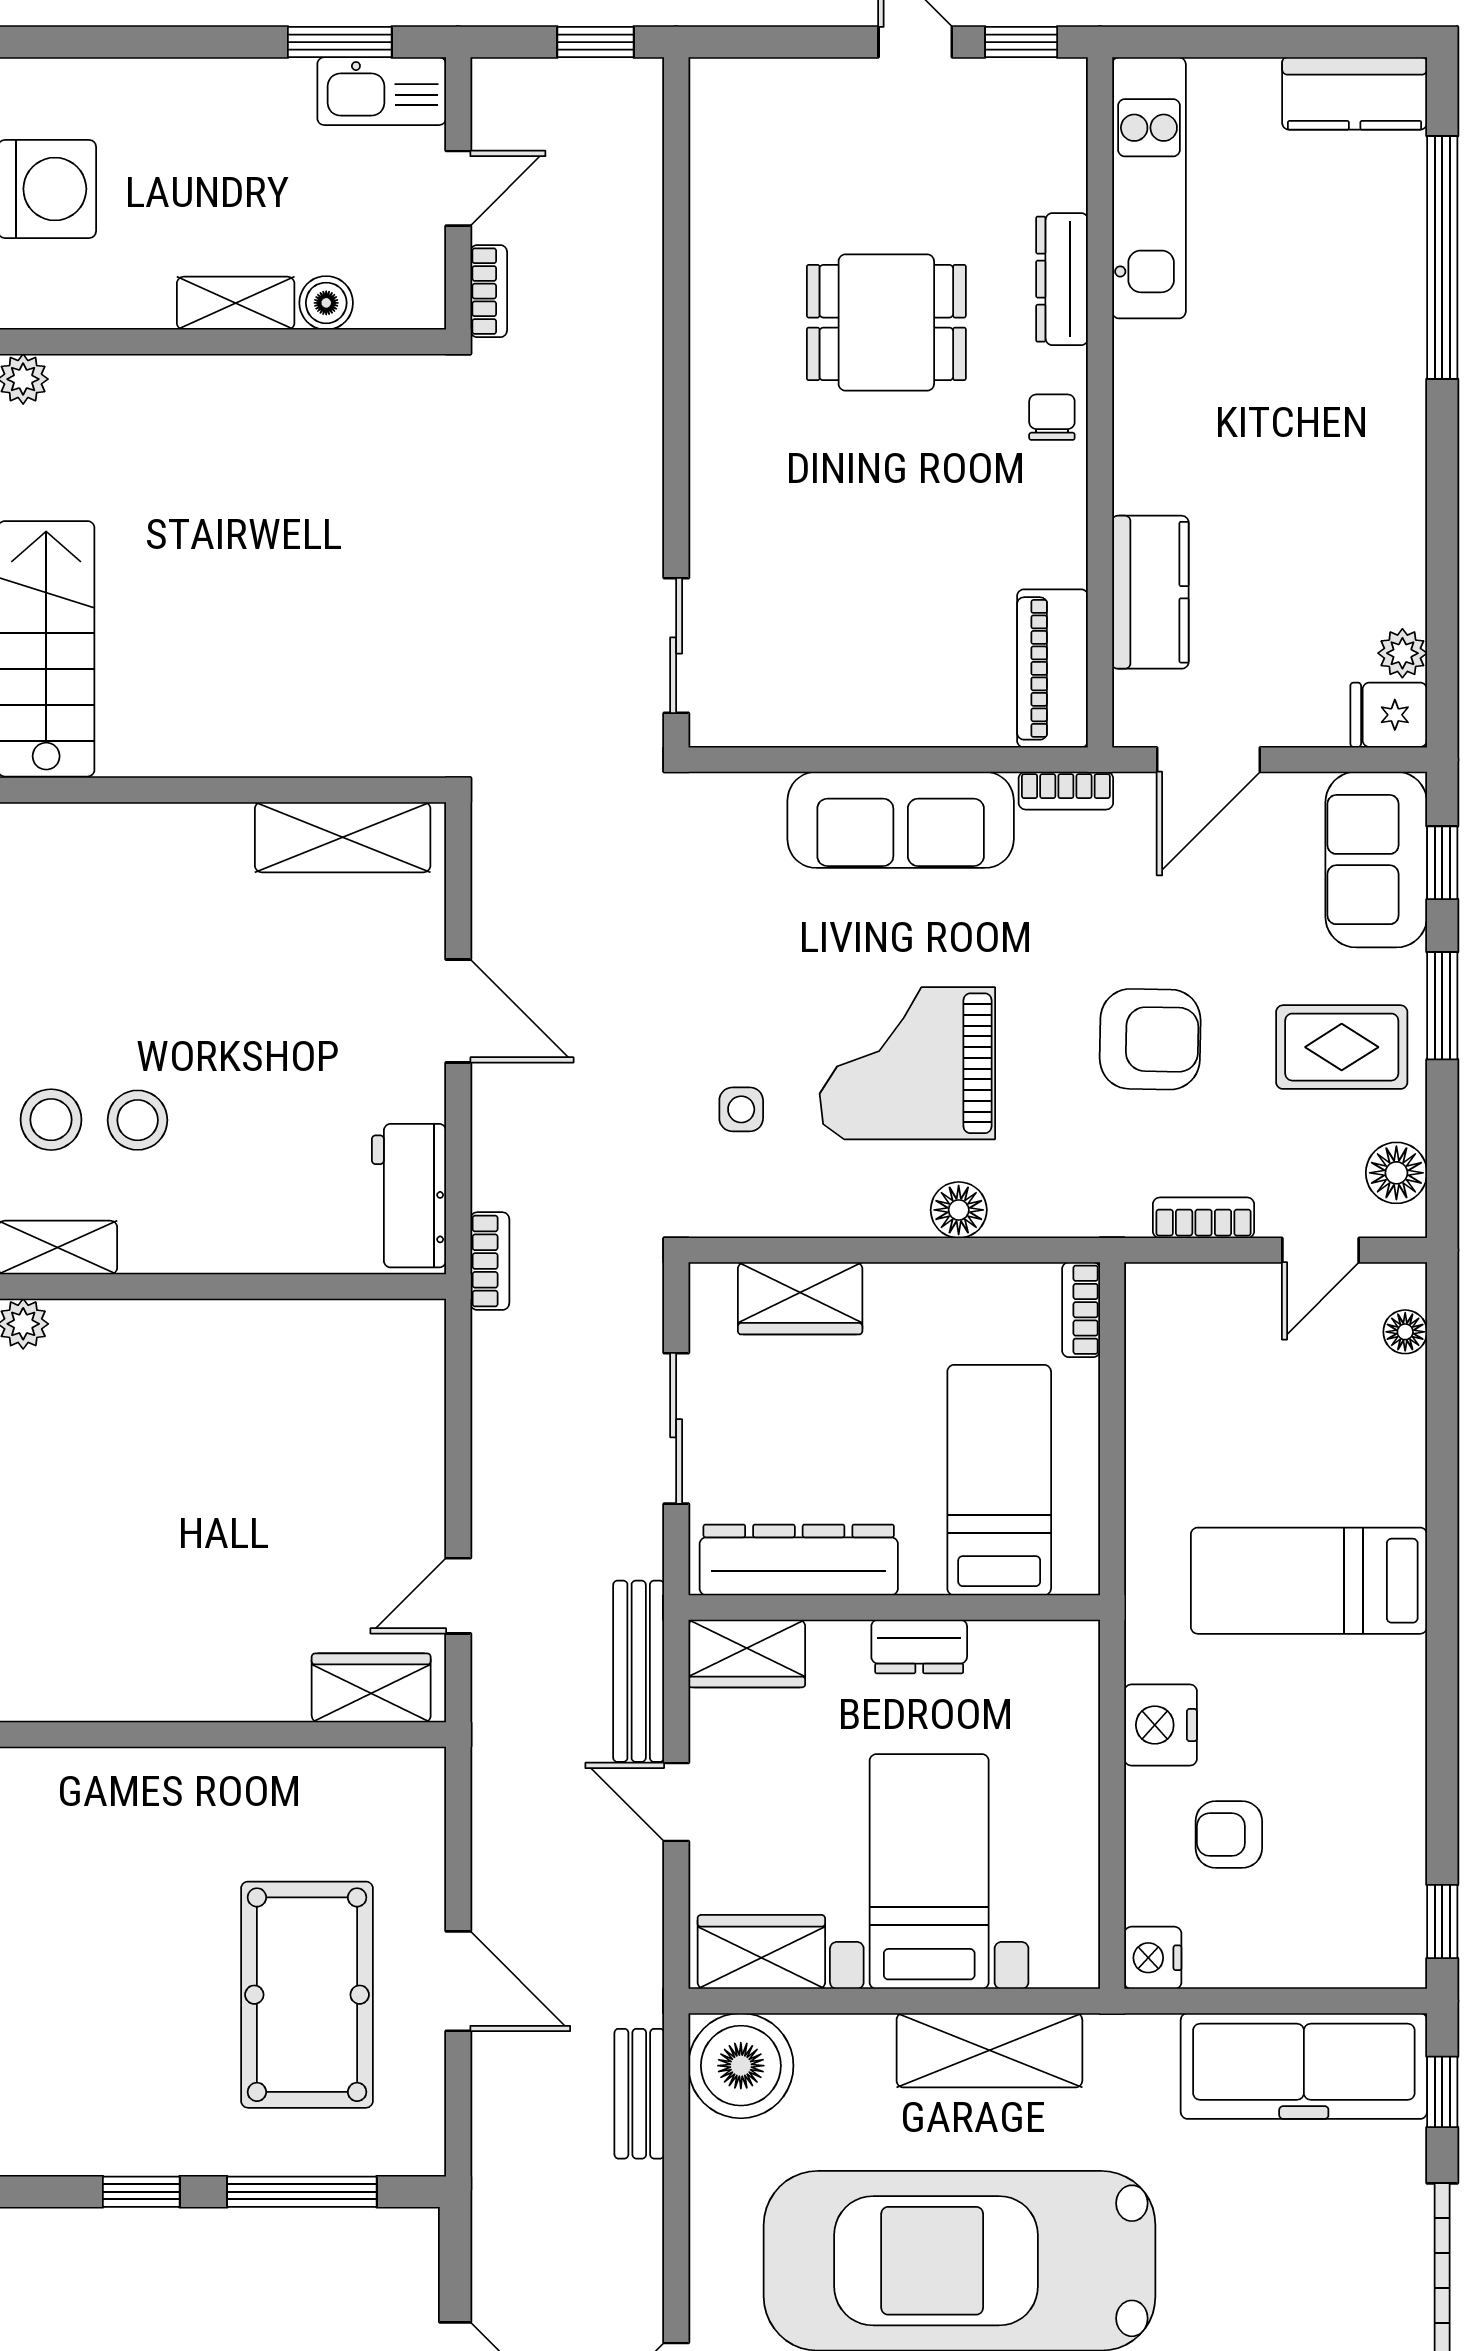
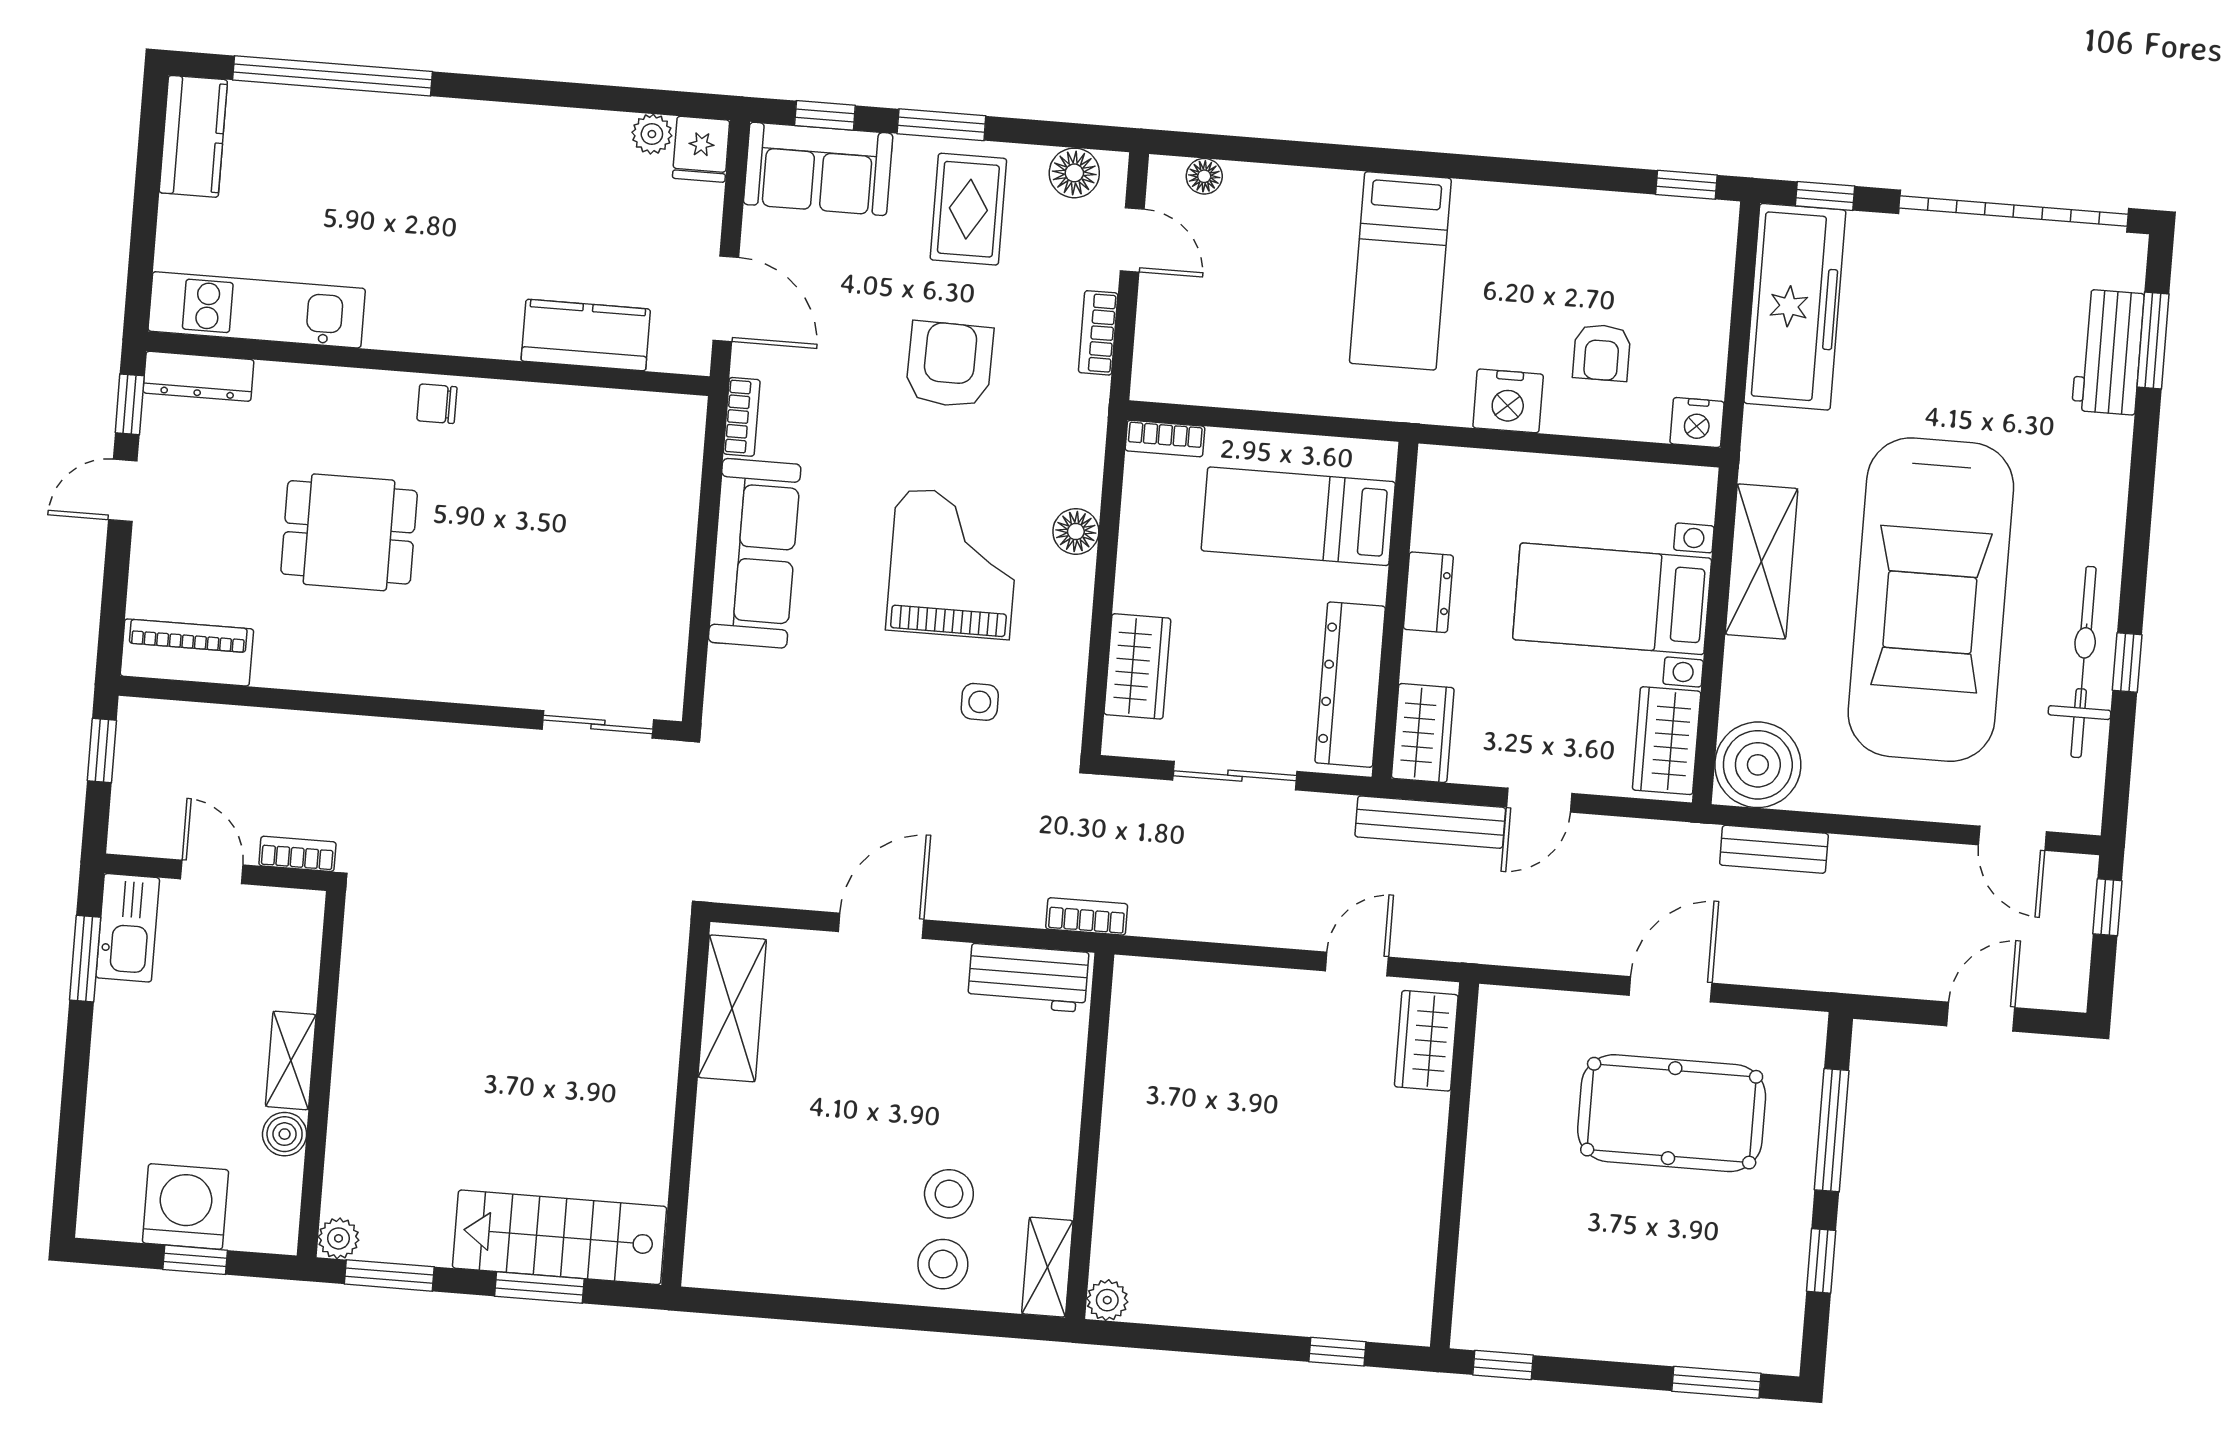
dresser: (1062, 279) -> (198, 376), moved
boiler: (326, 303) -> (285, 1134), moved
dining table: (886, 323) -> (349, 532), turned 90
piano: (1053, 668) -> (187, 652), moved, turned 180
grand piano: (907, 1063) -> (953, 564), turned 180
door: (458, 1596) -> (1357, 964), swing flipped

